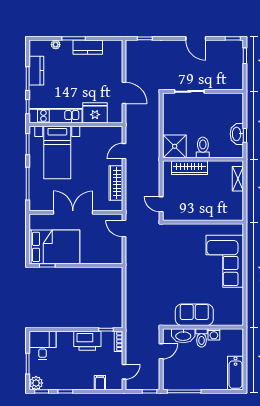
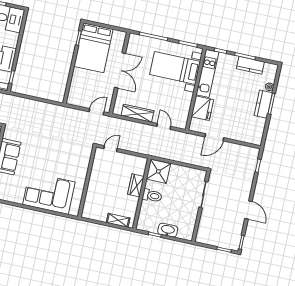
door: (196, 38) -> (248, 210), swing flipped
kitchen counter: (88, 47) -> (263, 104), moved
washbasin: (237, 134) -> (168, 230), moved
wardrobe: (189, 168) -> (136, 185), width x0.67

